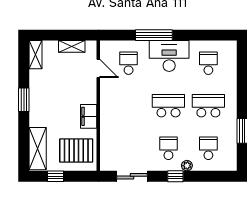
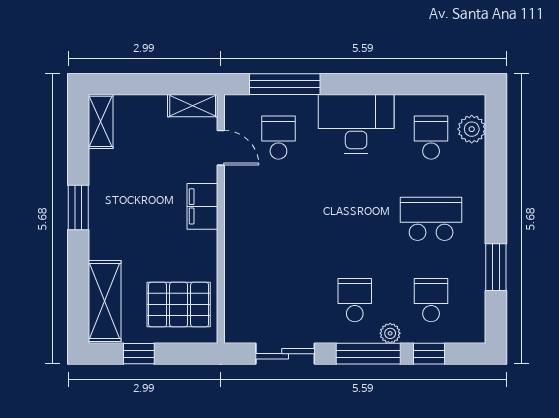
window: (154, 35) -> (285, 84), moved
shelving: (72, 46) -> (193, 106), moved
plant: (230, 59) -> (472, 129), added
school desk: (168, 106) -> (355, 219), removed
filing cabinet: (89, 116) -> (202, 206), moved
window: (175, 176) -> (368, 354), width x2.17
window: (207, 176) -> (429, 354), added

